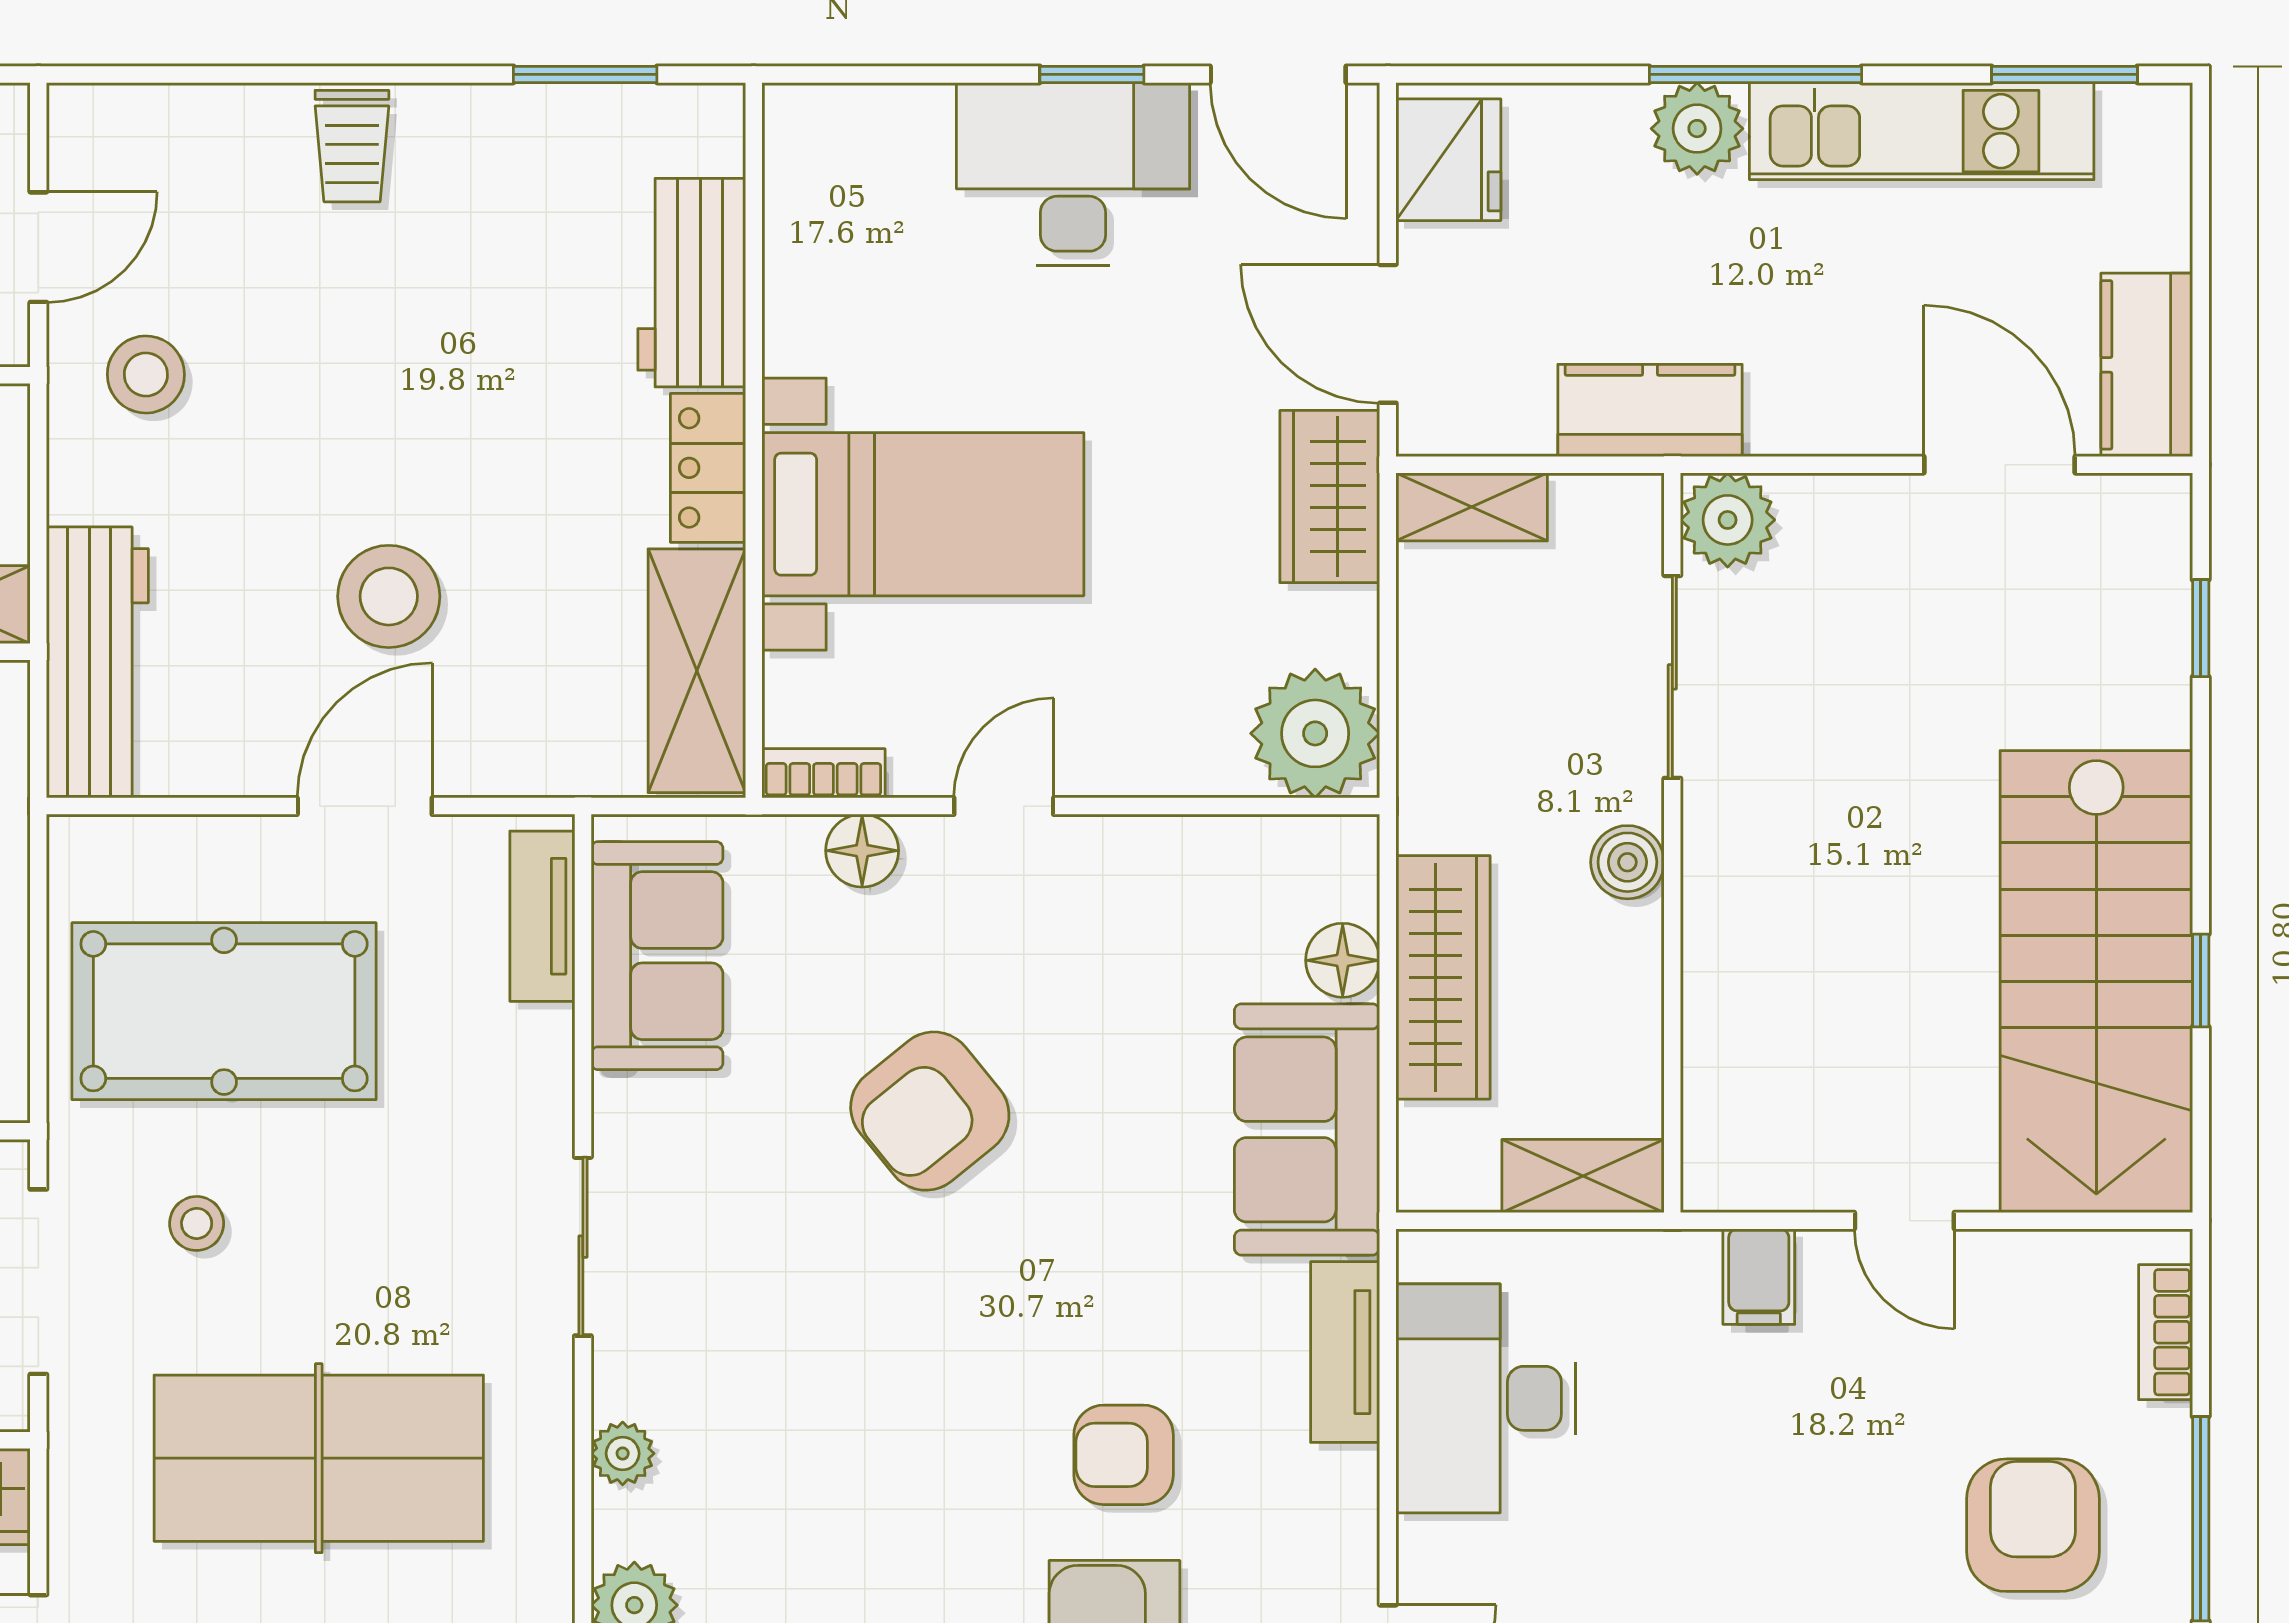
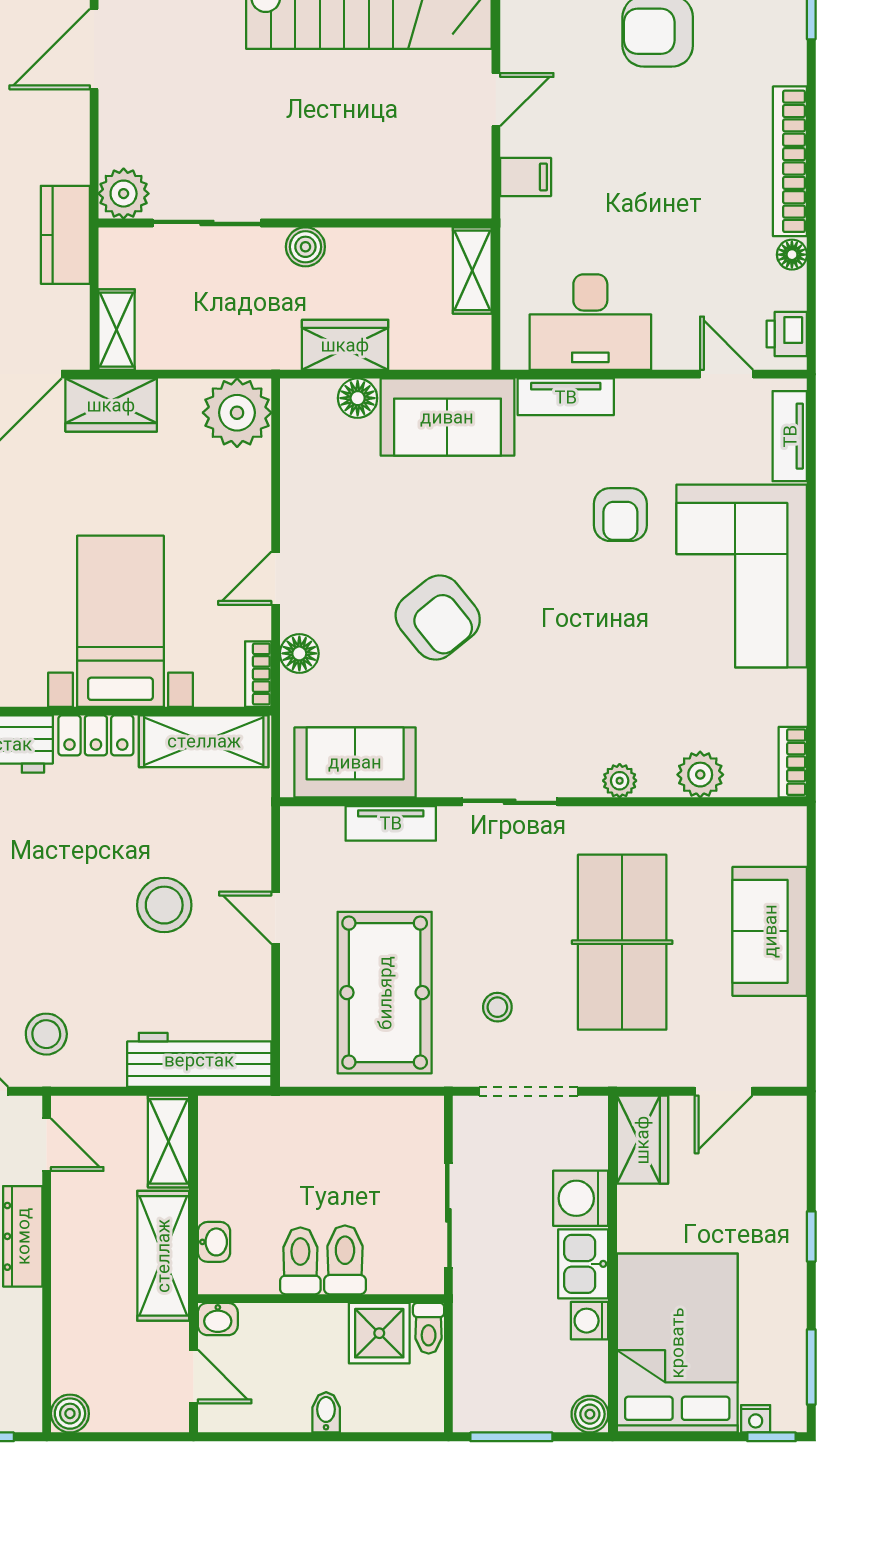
door: (365, 806) -> (276, 918), width x0.73
door: (1004, 806) -> (276, 578), hinge flipped
tv unit: (542, 916) -> (391, 823), moved
wardrobe: (1443, 977) -> (345, 345), width x0.67

